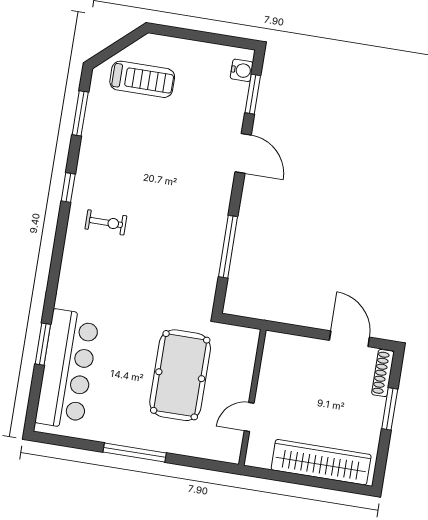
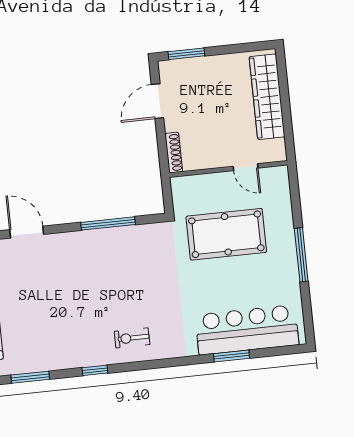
door: (243, 153) -> (27, 232), hinge flipped
exercise bike: (106, 222) -> (132, 338), moved, turned -90
shoe rack: (383, 373) -> (174, 153), moved, turned -90
window: (390, 409) -> (186, 54), moved

